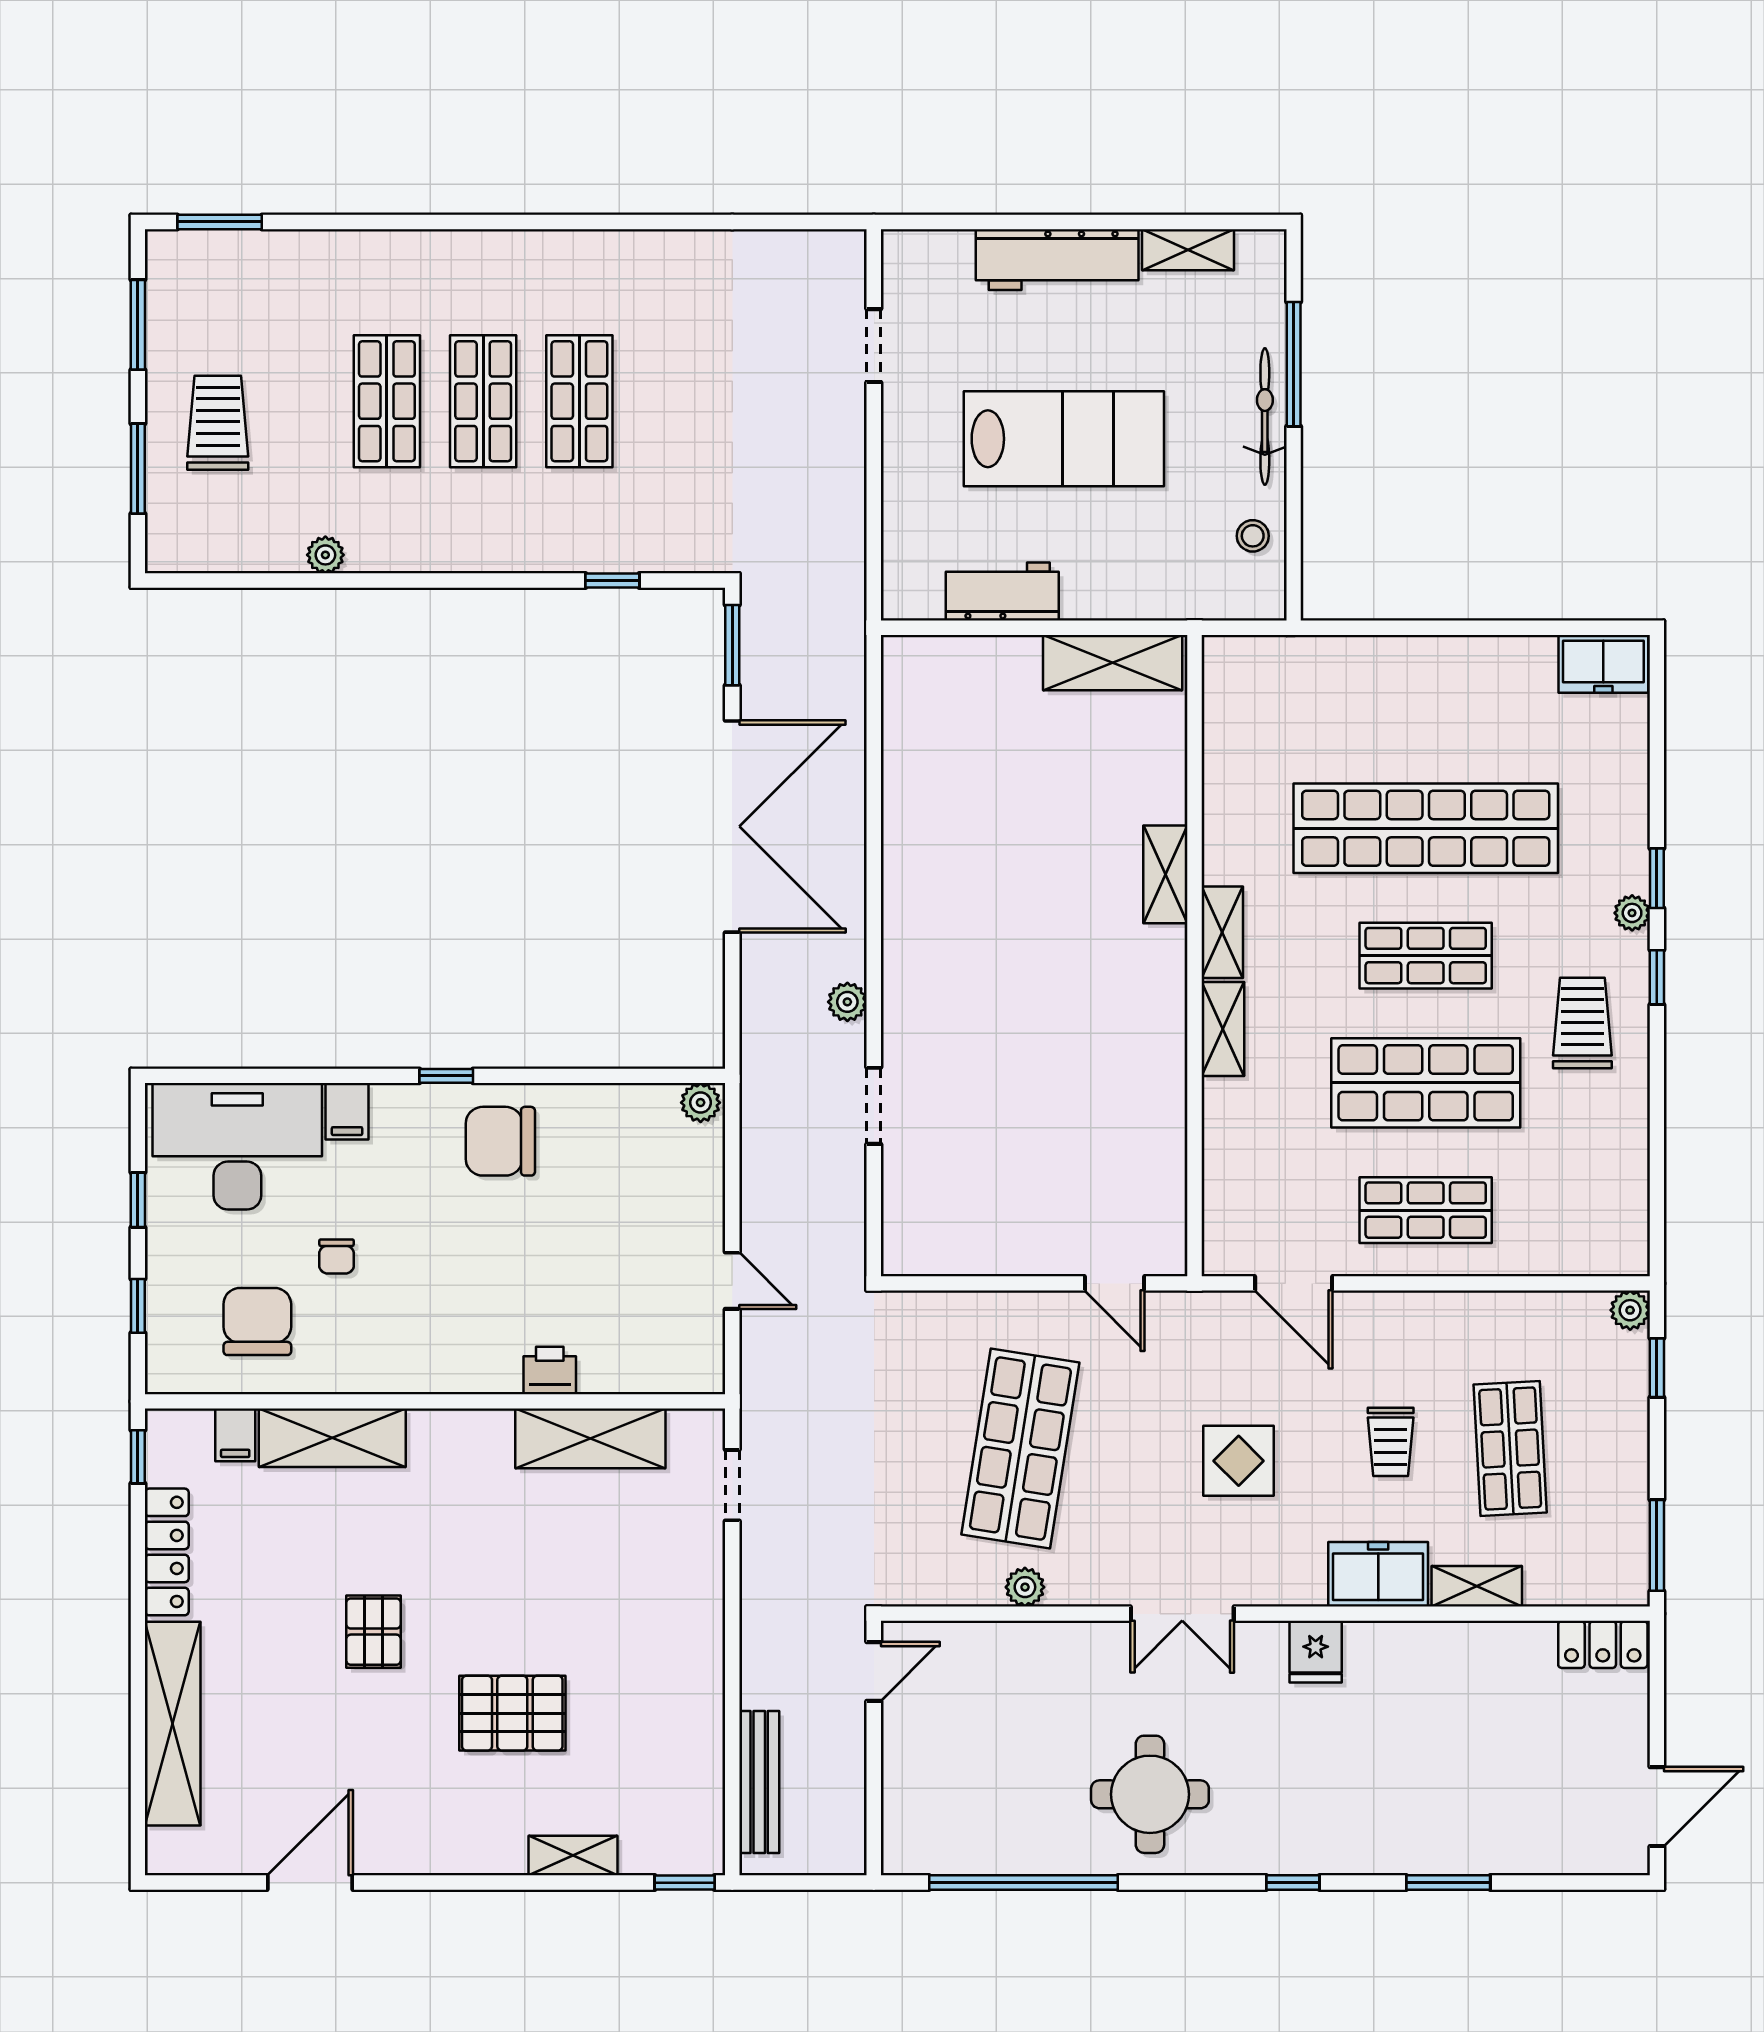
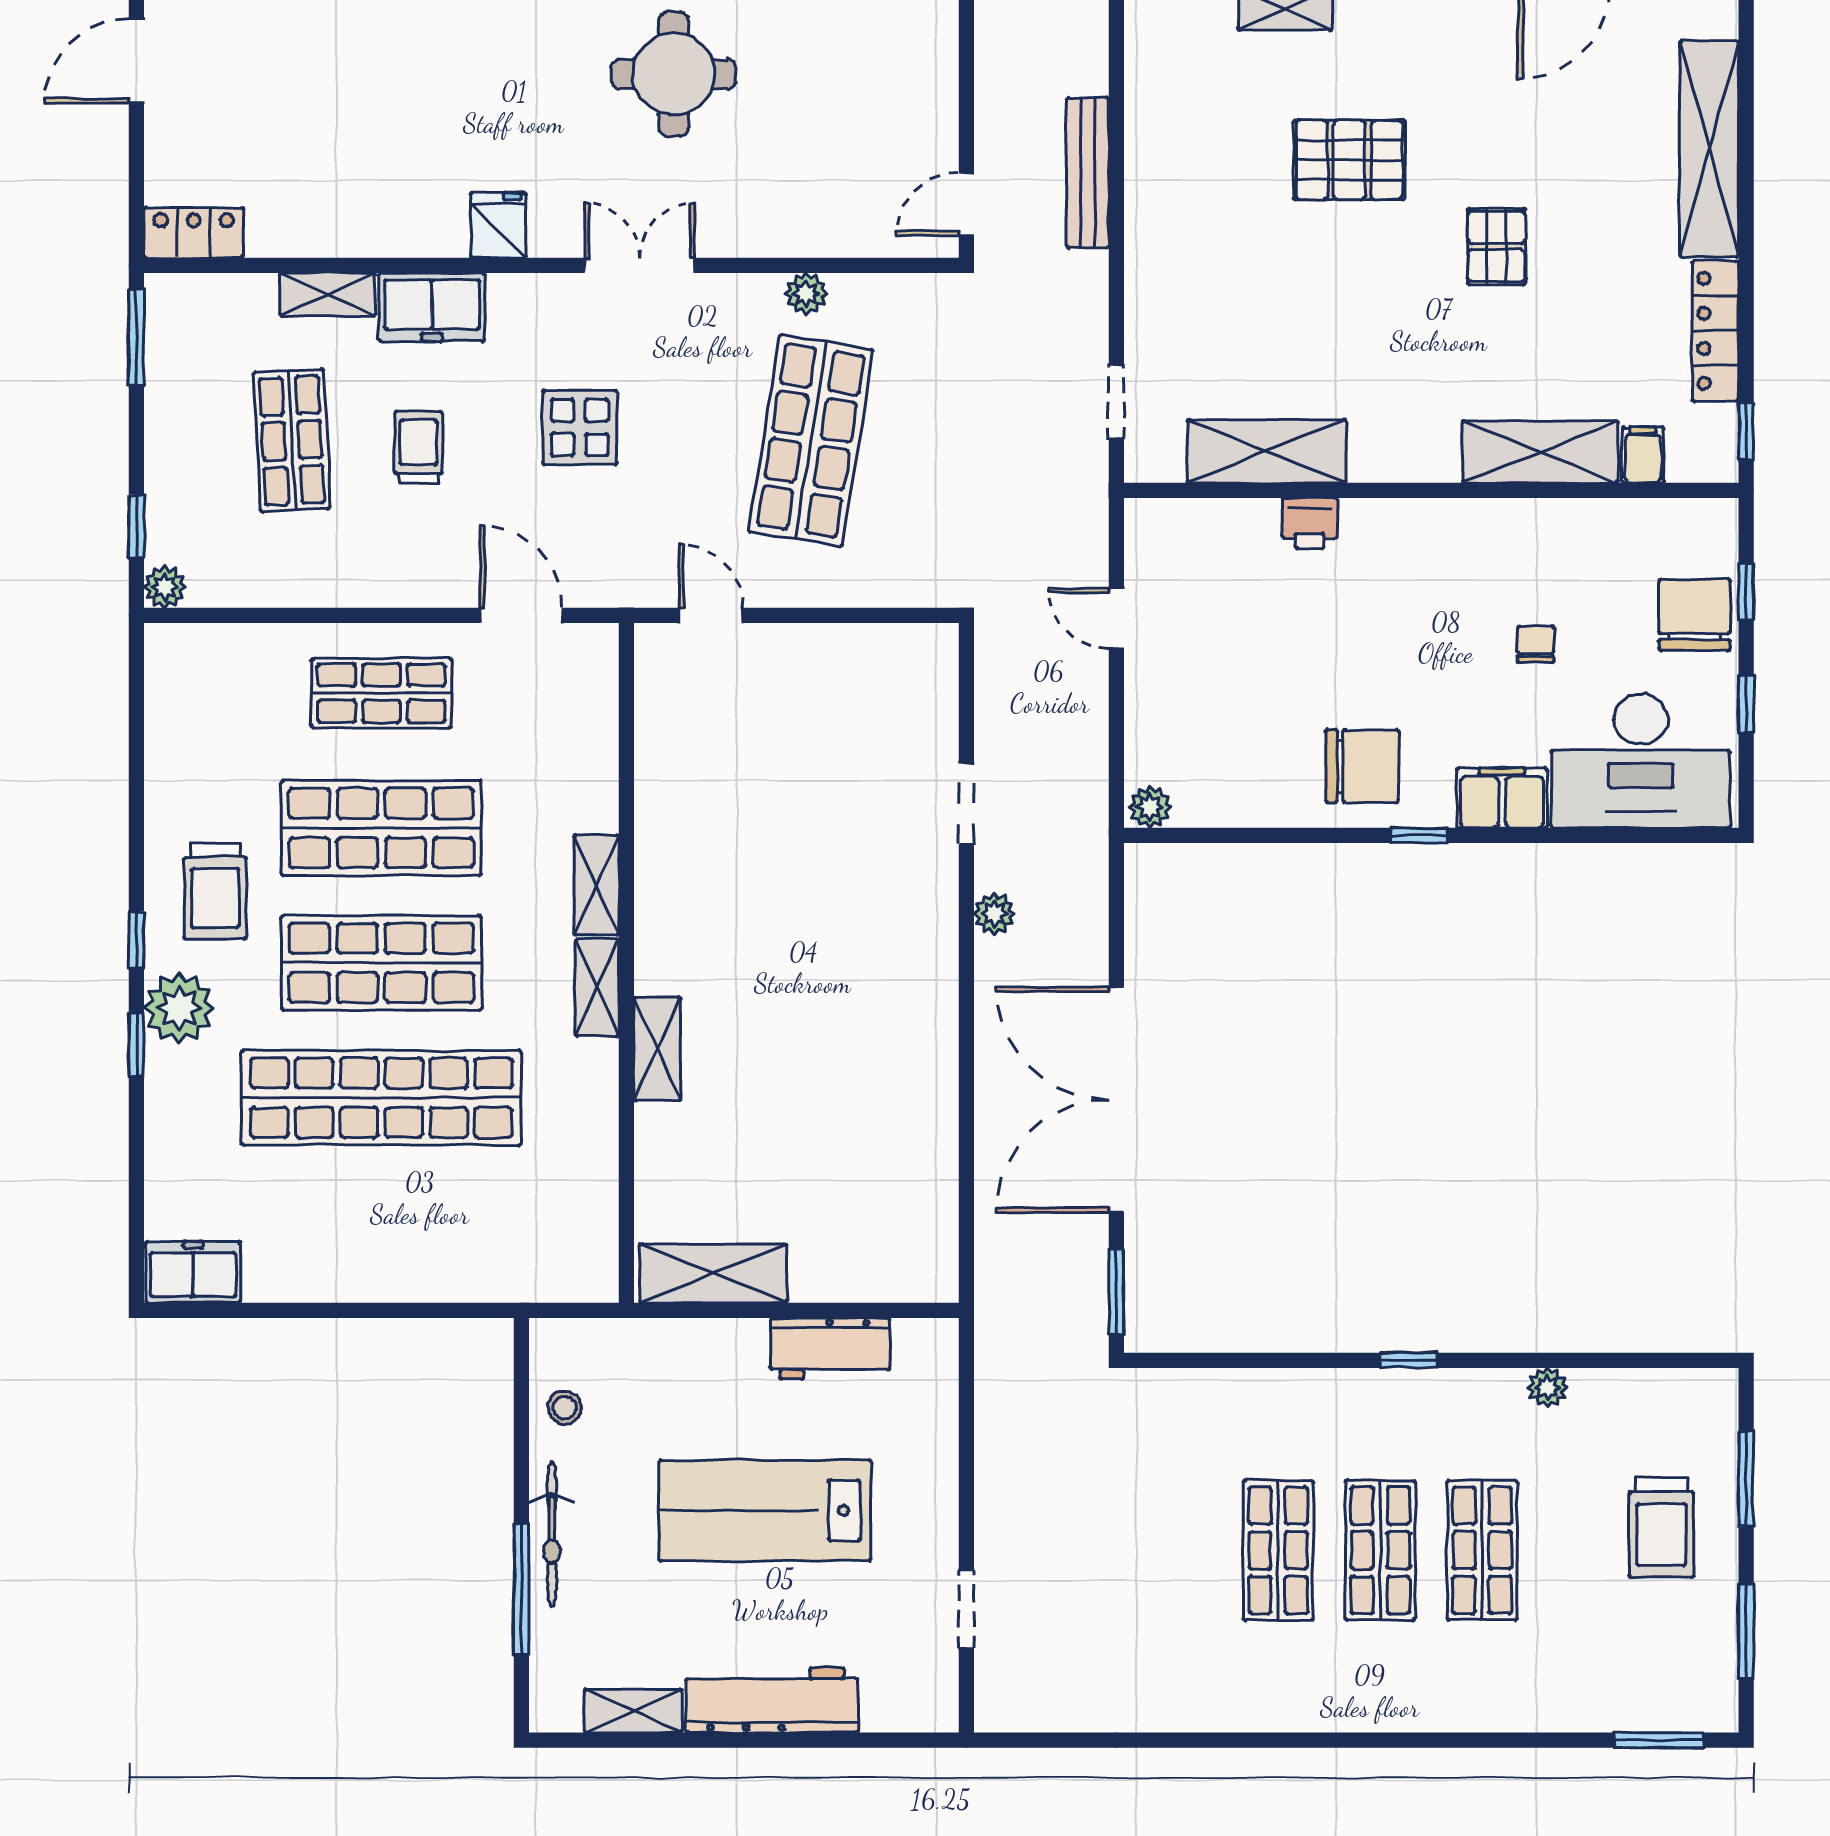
window: (612, 581) -> (1409, 1360), moved
plant: (1632, 913) -> (179, 1008), width x1.88, depth x1.88
shop shelf: (1426, 956) -> (381, 963), width x1.43, depth x1.36
filing cabinet: (347, 1111) -> (1502, 798), width x2.00
chair: (257, 1322) -> (1694, 615), moved, turned 180
bench: (759, 1782) -> (1088, 173), moved

